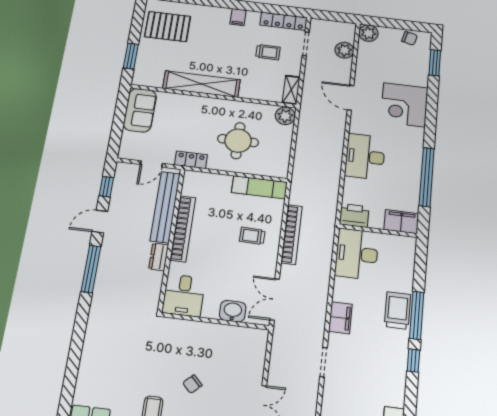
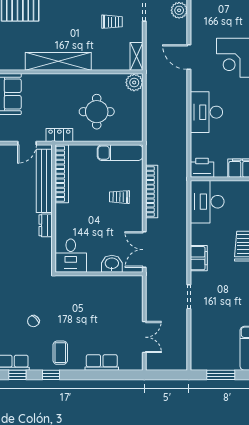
bookcase: (183, 229) -> (62, 174), moved
chair: (192, 384) -> (33, 321), moved

